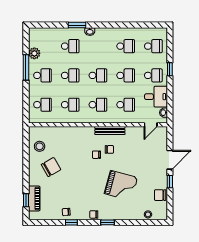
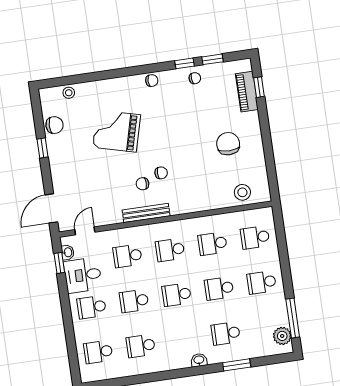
window: (77, 25) -> (237, 365), moved
plant: (34, 53) -> (282, 336), moved
window: (26, 67) -> (293, 318), moved
window: (170, 69) -> (59, 263), moved
stool: (40, 146) -> (242, 192), moved
door: (170, 160) -> (51, 208), moved
chair: (51, 167) -> (228, 144), turned 120
window: (107, 222) -> (213, 59), moved

